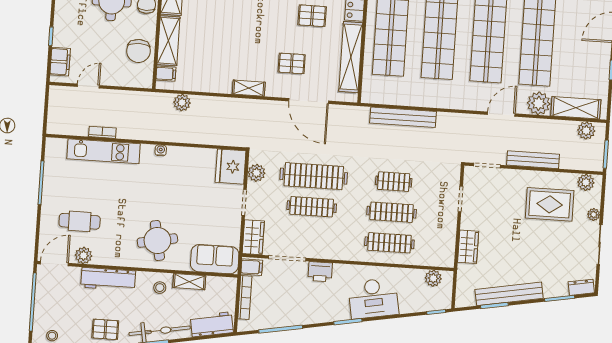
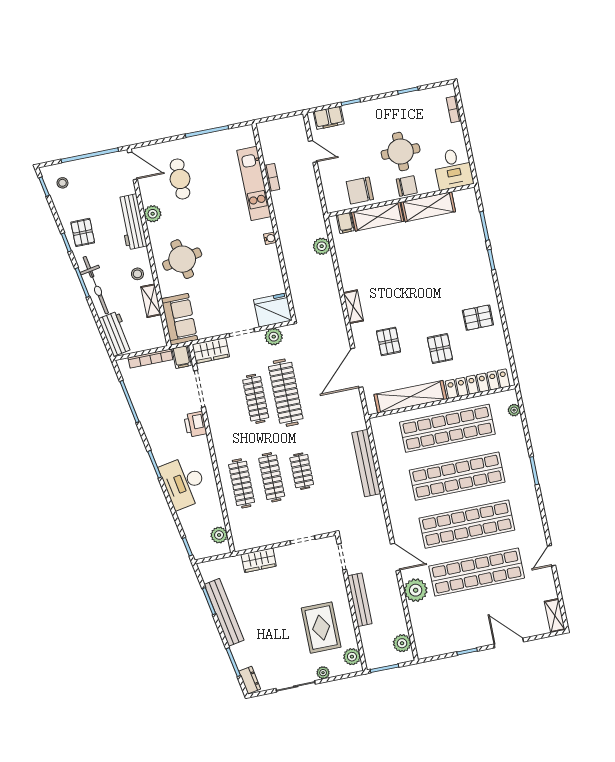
shelving: (576, 108) -> (421, 627), removed
plant: (84, 255) -> (153, 214), moved

